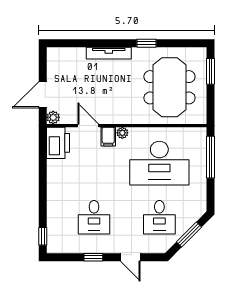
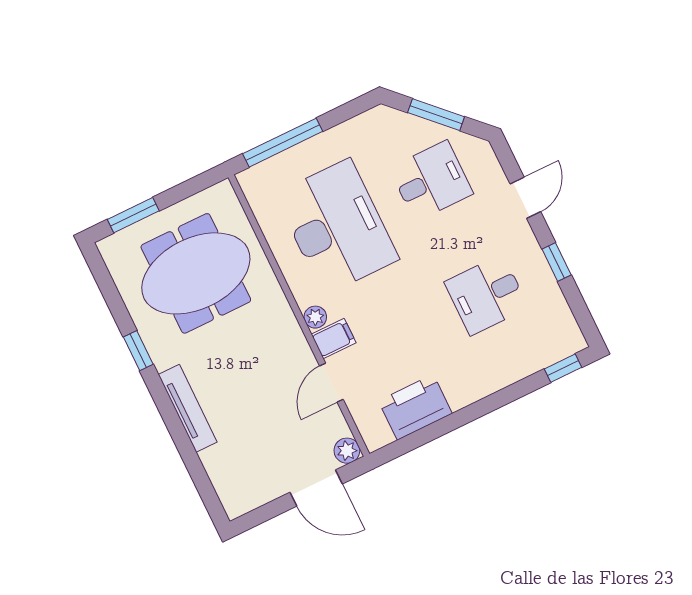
printer: (58, 143) -> (415, 407), moved
desk: (94, 217) -> (486, 295), turned 180

